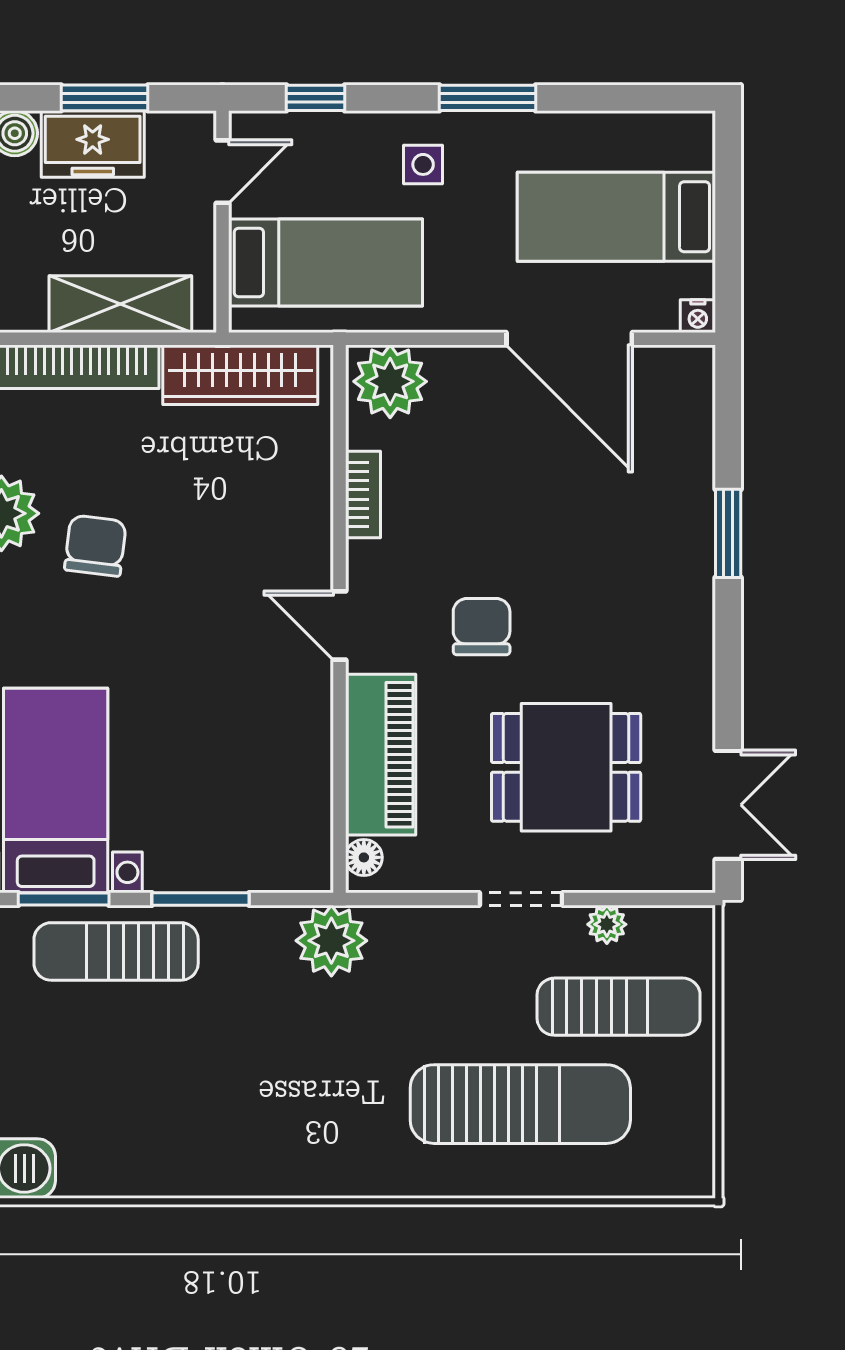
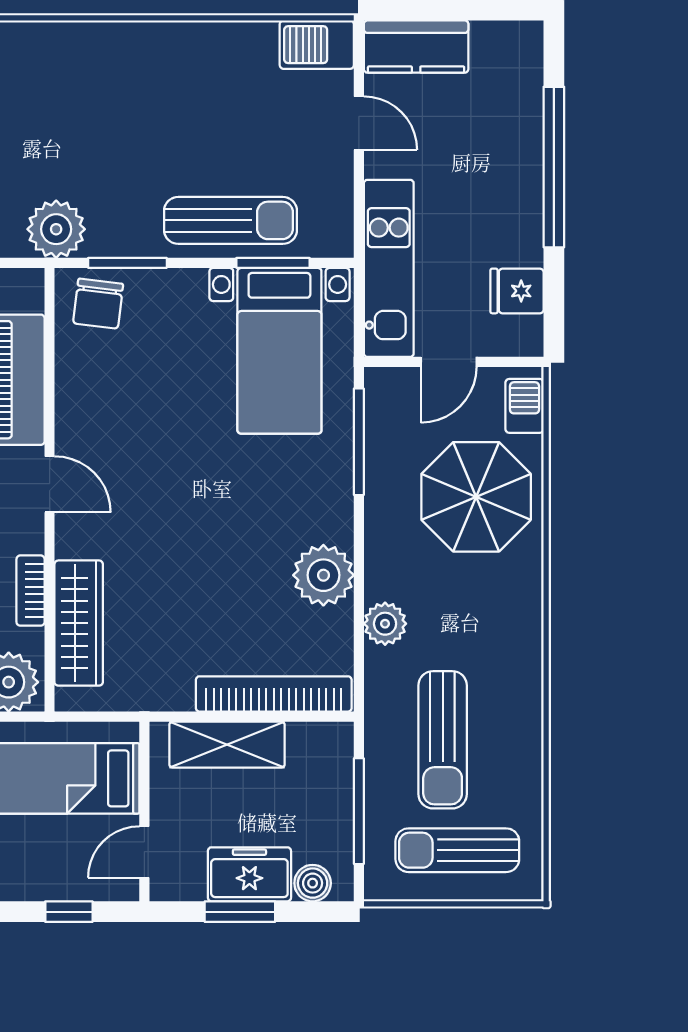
wardrobe: (240, 375) -> (79, 623), moved, turned 90
chair: (95, 546) -> (98, 304), moved
floor lamp: (364, 857) -> (30, 297), removed
window: (201, 899) -> (127, 263), moved

